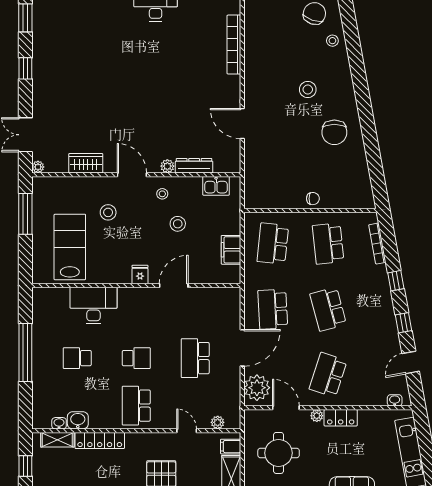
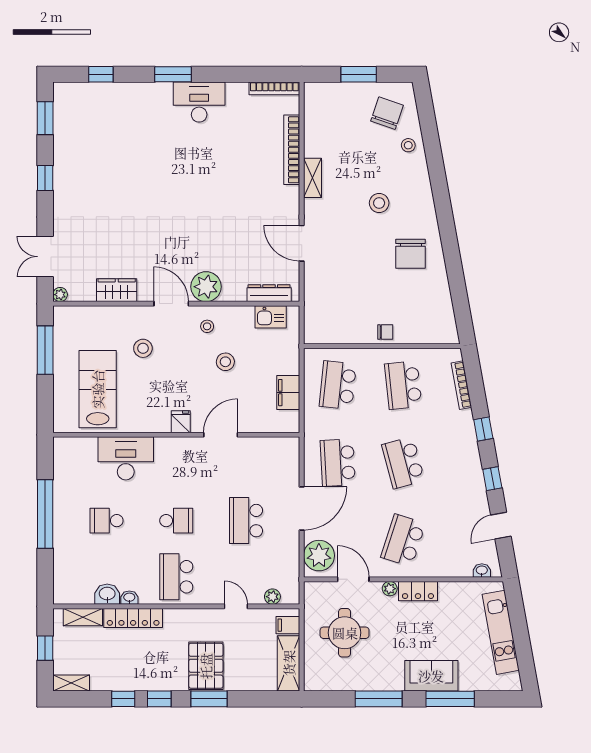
shelving: (251, 68) -> (312, 178), added
plant: (167, 166) -> (206, 287), width x1.88, depth x1.88
dresser: (194, 166) -> (269, 293), moved
washbasin: (59, 423) -> (129, 598), moved

